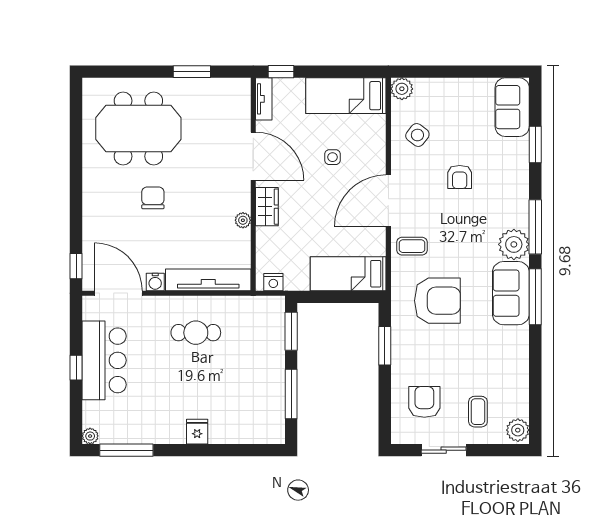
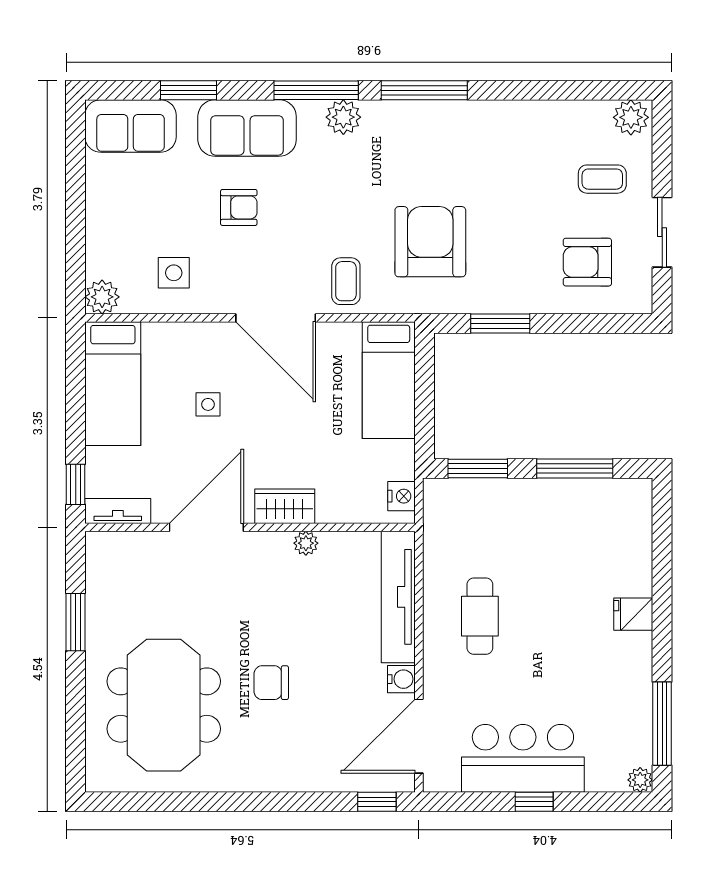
side table: (417, 135) -> (174, 273), turned -37
plant: (514, 244) -> (343, 117), width x0.73, depth x0.73
sofa: (511, 293) -> (247, 128), moved

